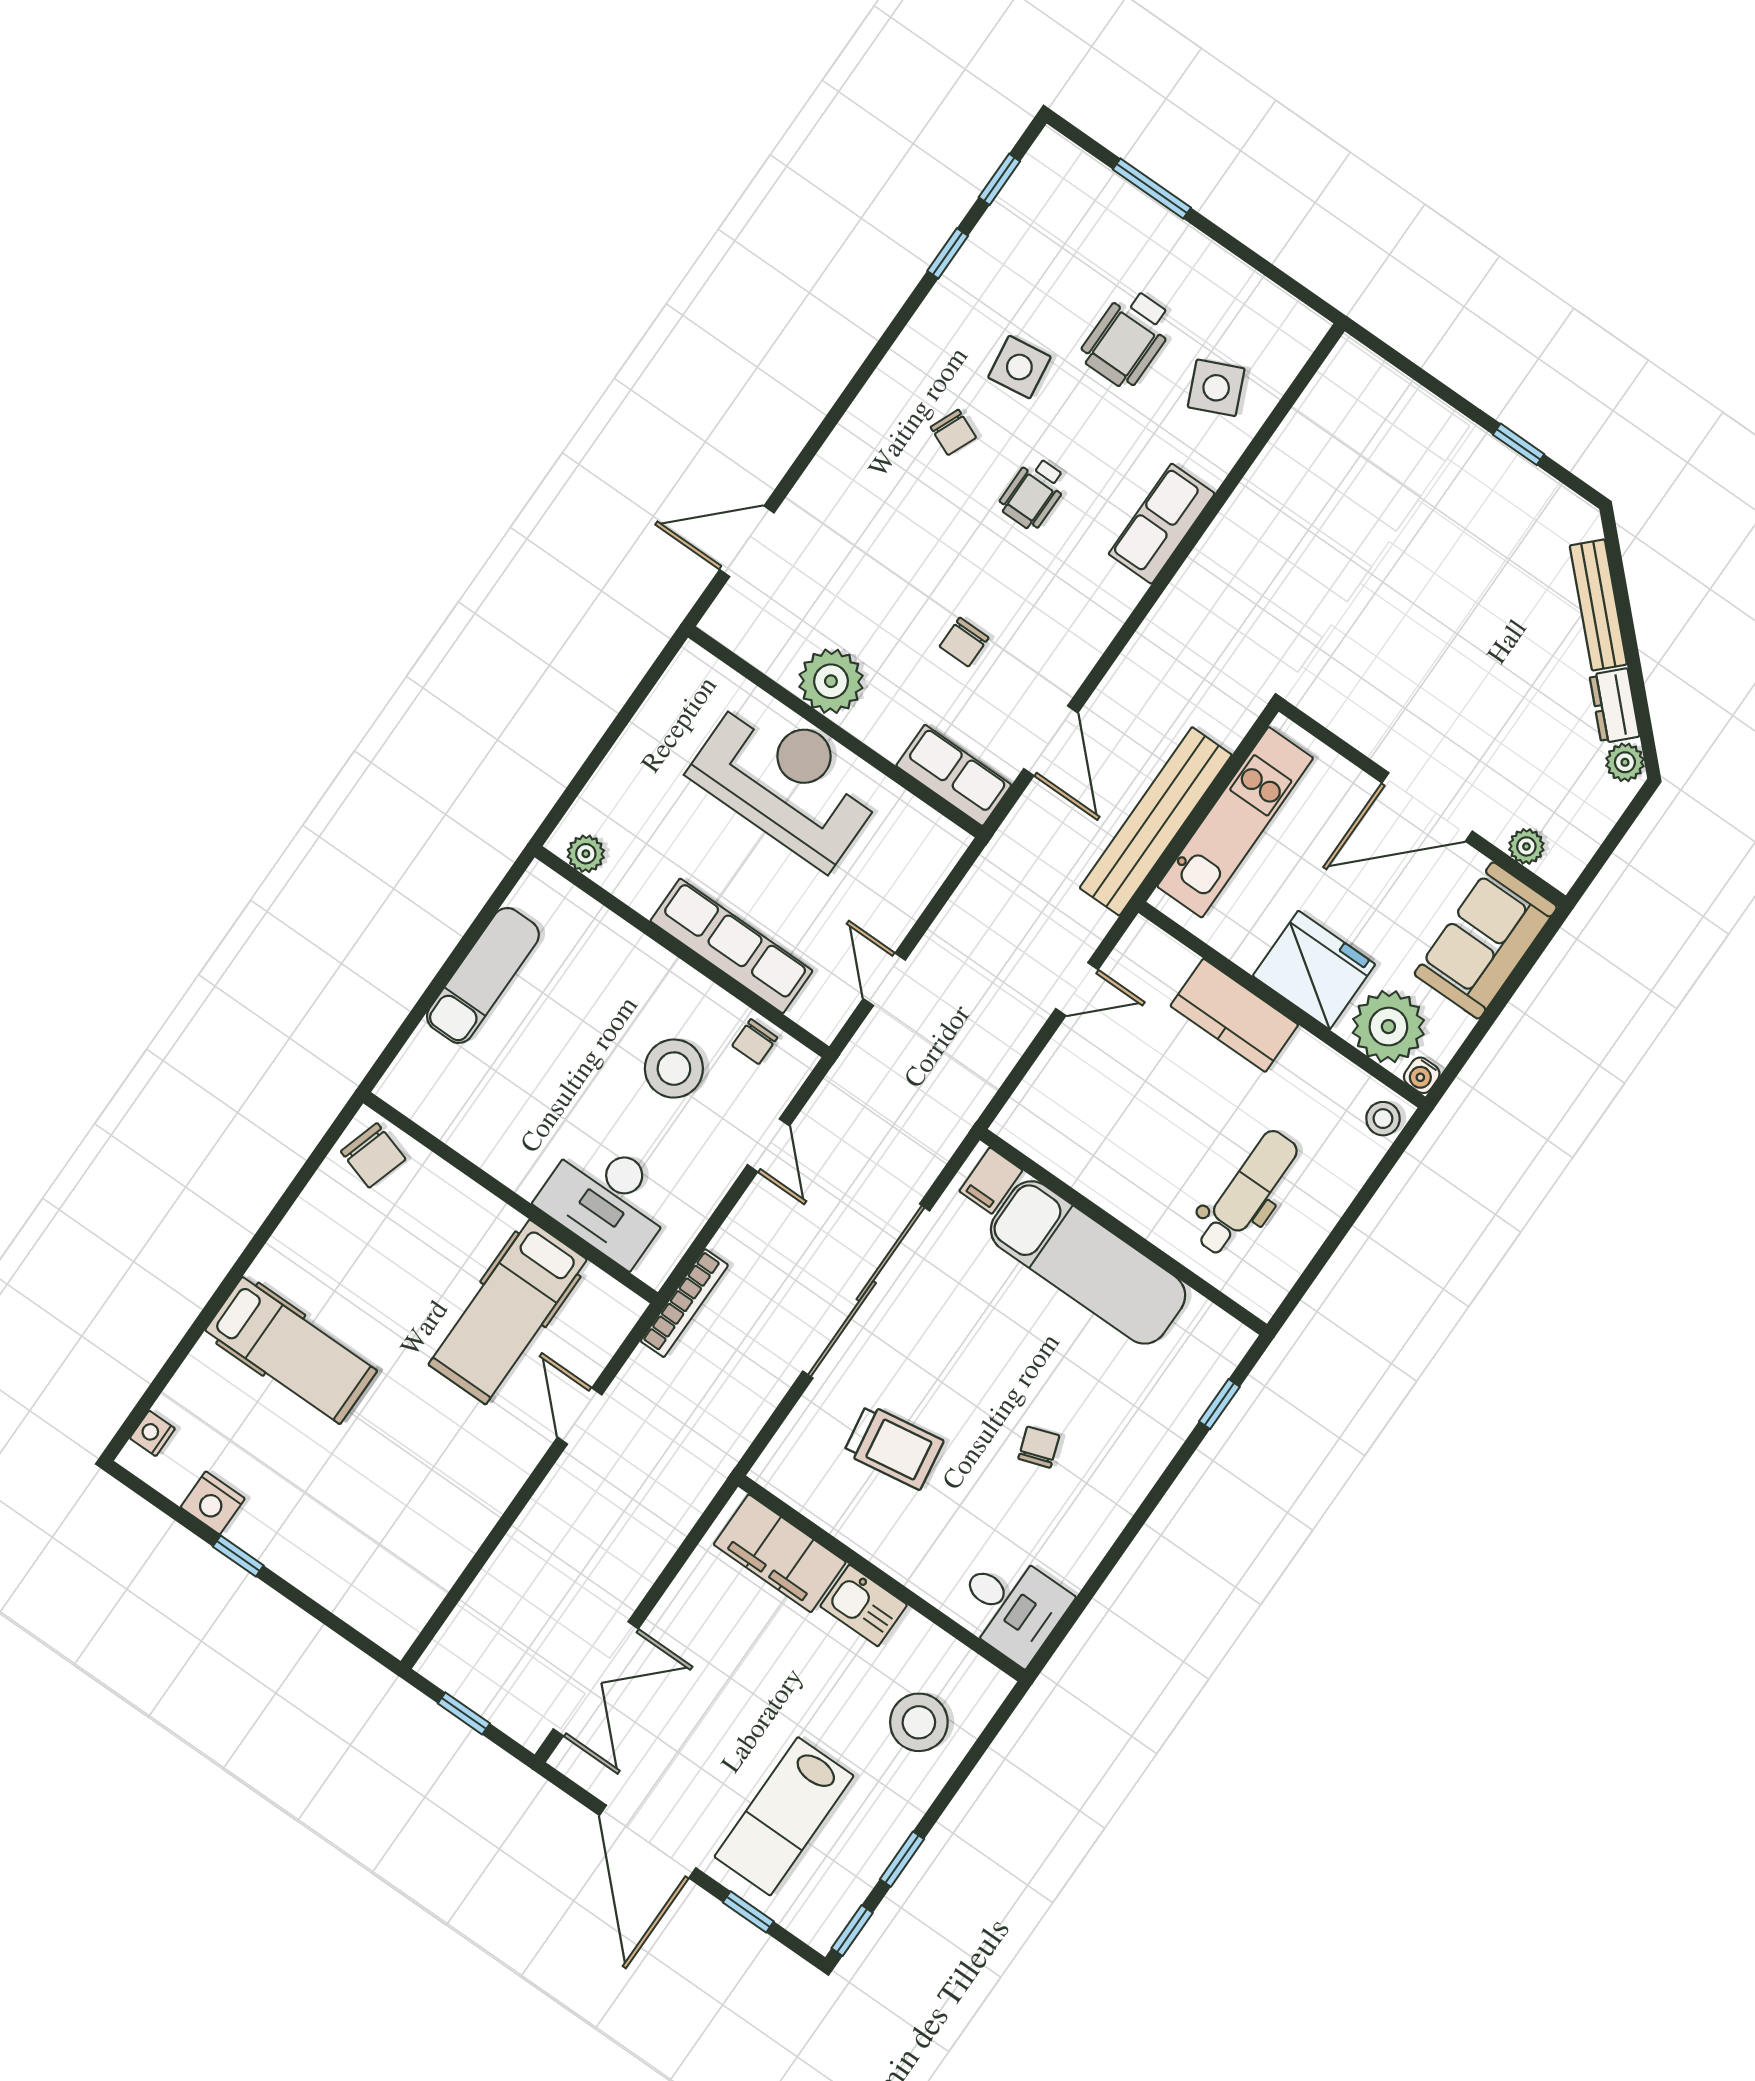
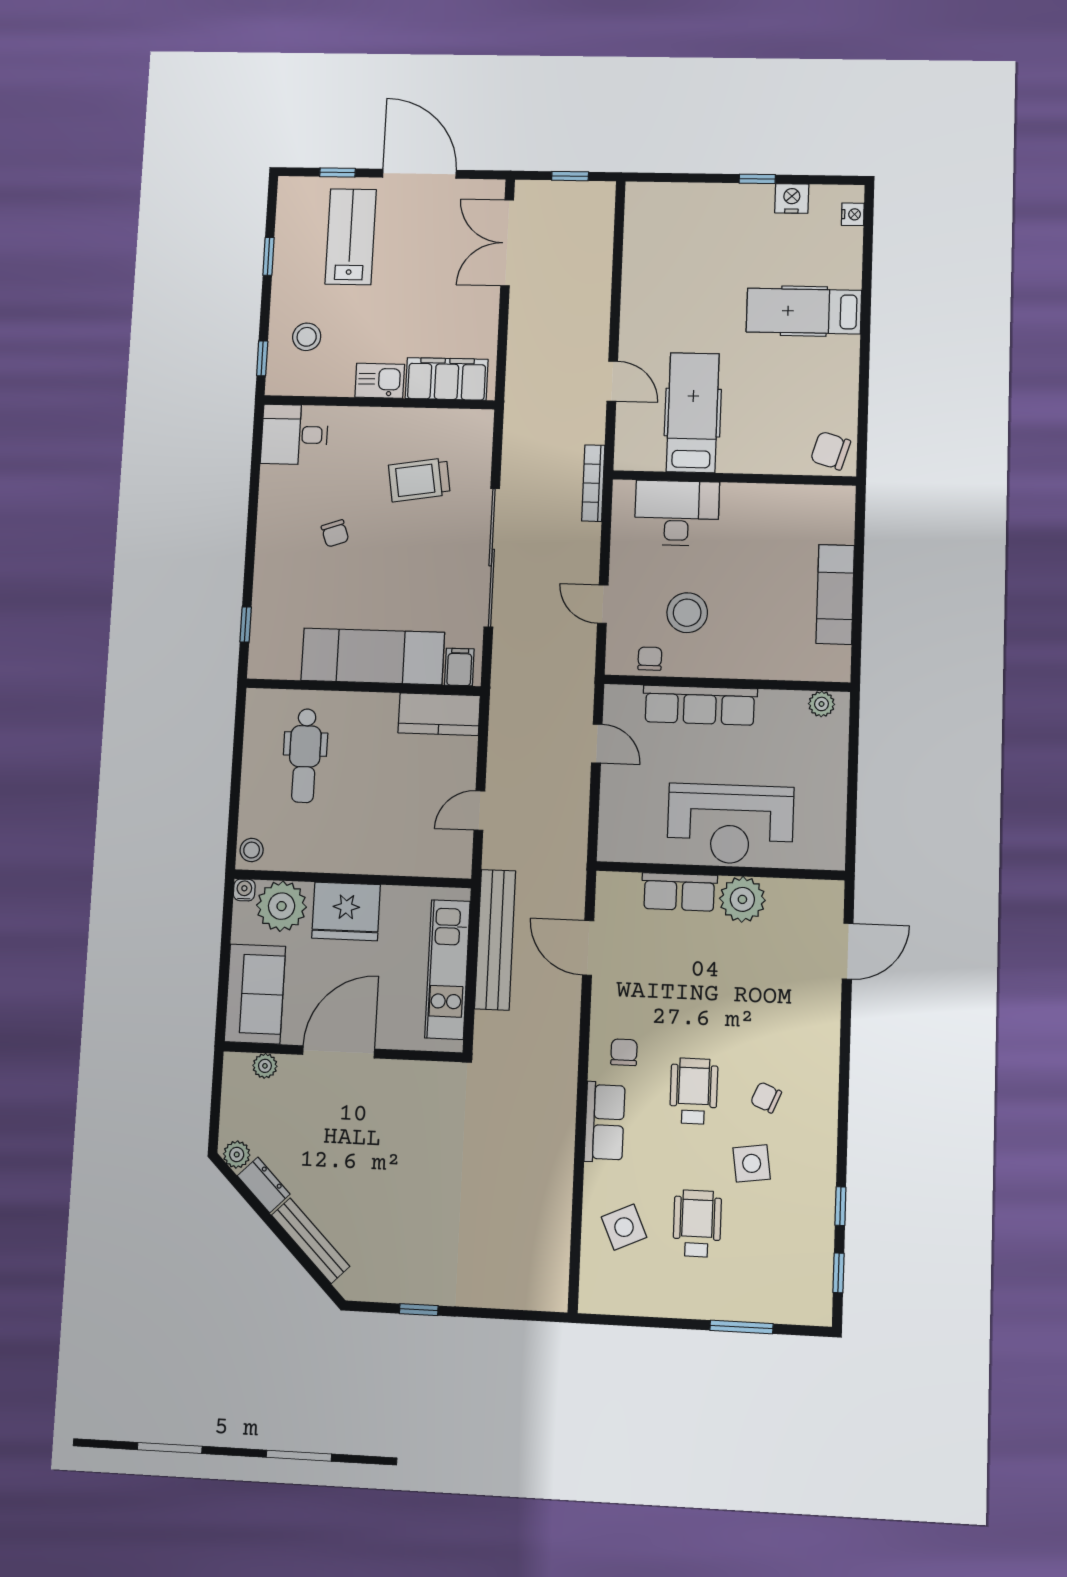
wheelchair: (1033, 493) -> (694, 1091), width x1.36, depth x1.37
chair: (964, 642) -> (624, 1052), moved
row of seats: (954, 775) -> (679, 892), moved
kitchen counter: (1234, 1015) -> (439, 714), moved, turned 180
stool: (919, 1722) -> (307, 337), width x0.73, depth x0.73
window: (852, 1931) -> (262, 358), moved

